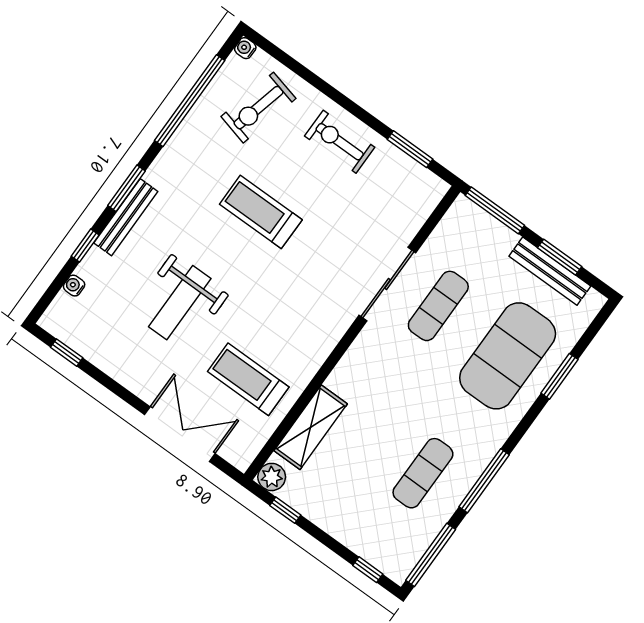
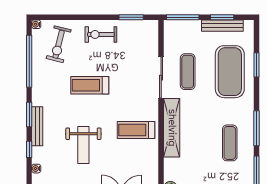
treadmill: (248, 379) -> (136, 130), moved
shelving: (311, 427) -> (172, 128), moved, width x1.47

